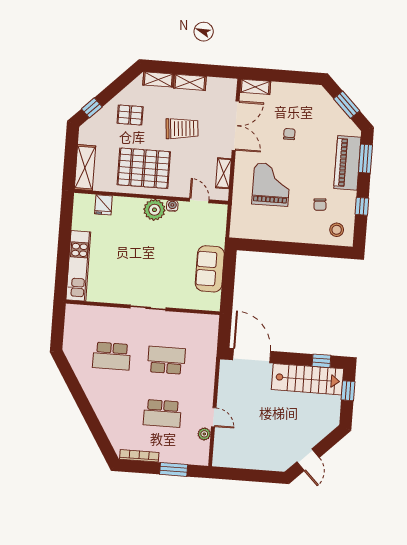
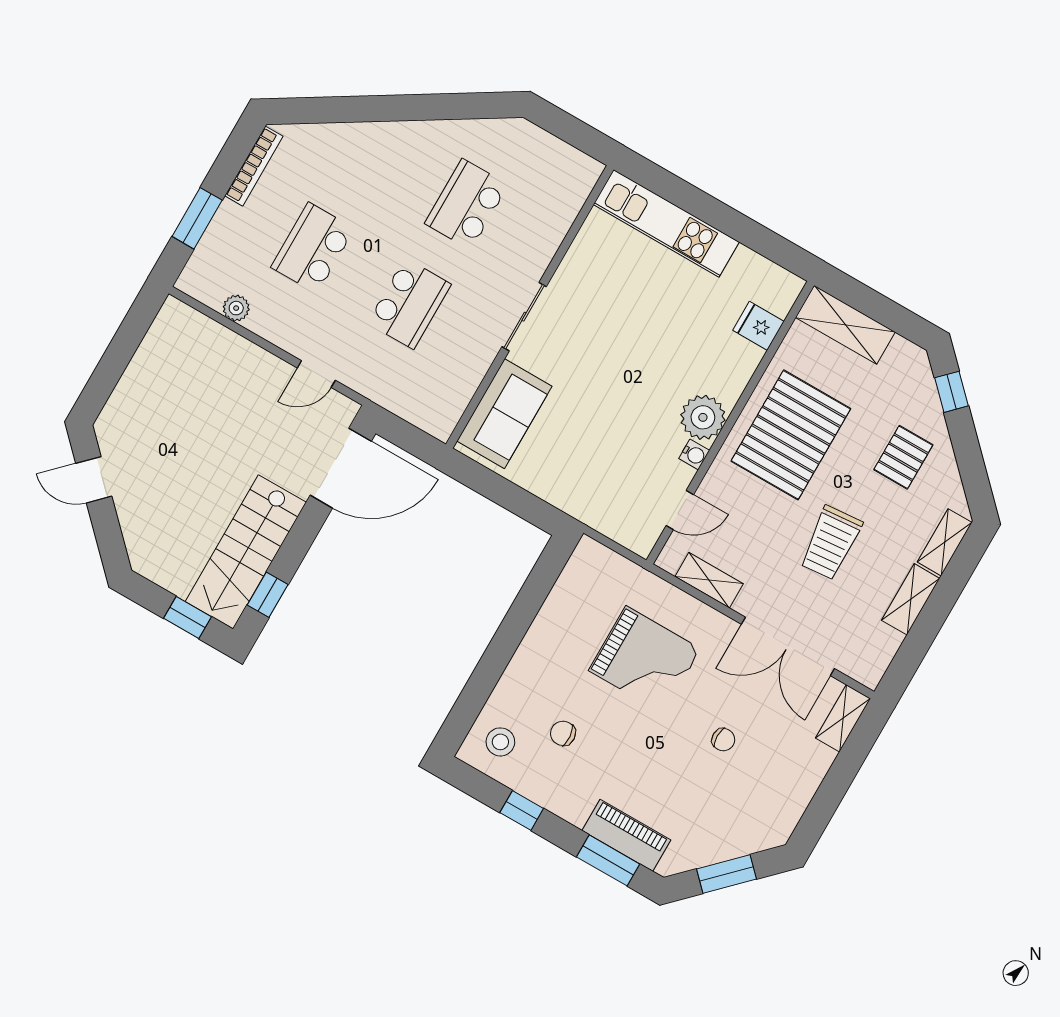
piano: (347, 163) -> (626, 835), width x0.73, depth x0.75
sofa: (210, 269) -> (504, 414), moved, turned 90
door: (214, 417) -> (316, 374), moved

